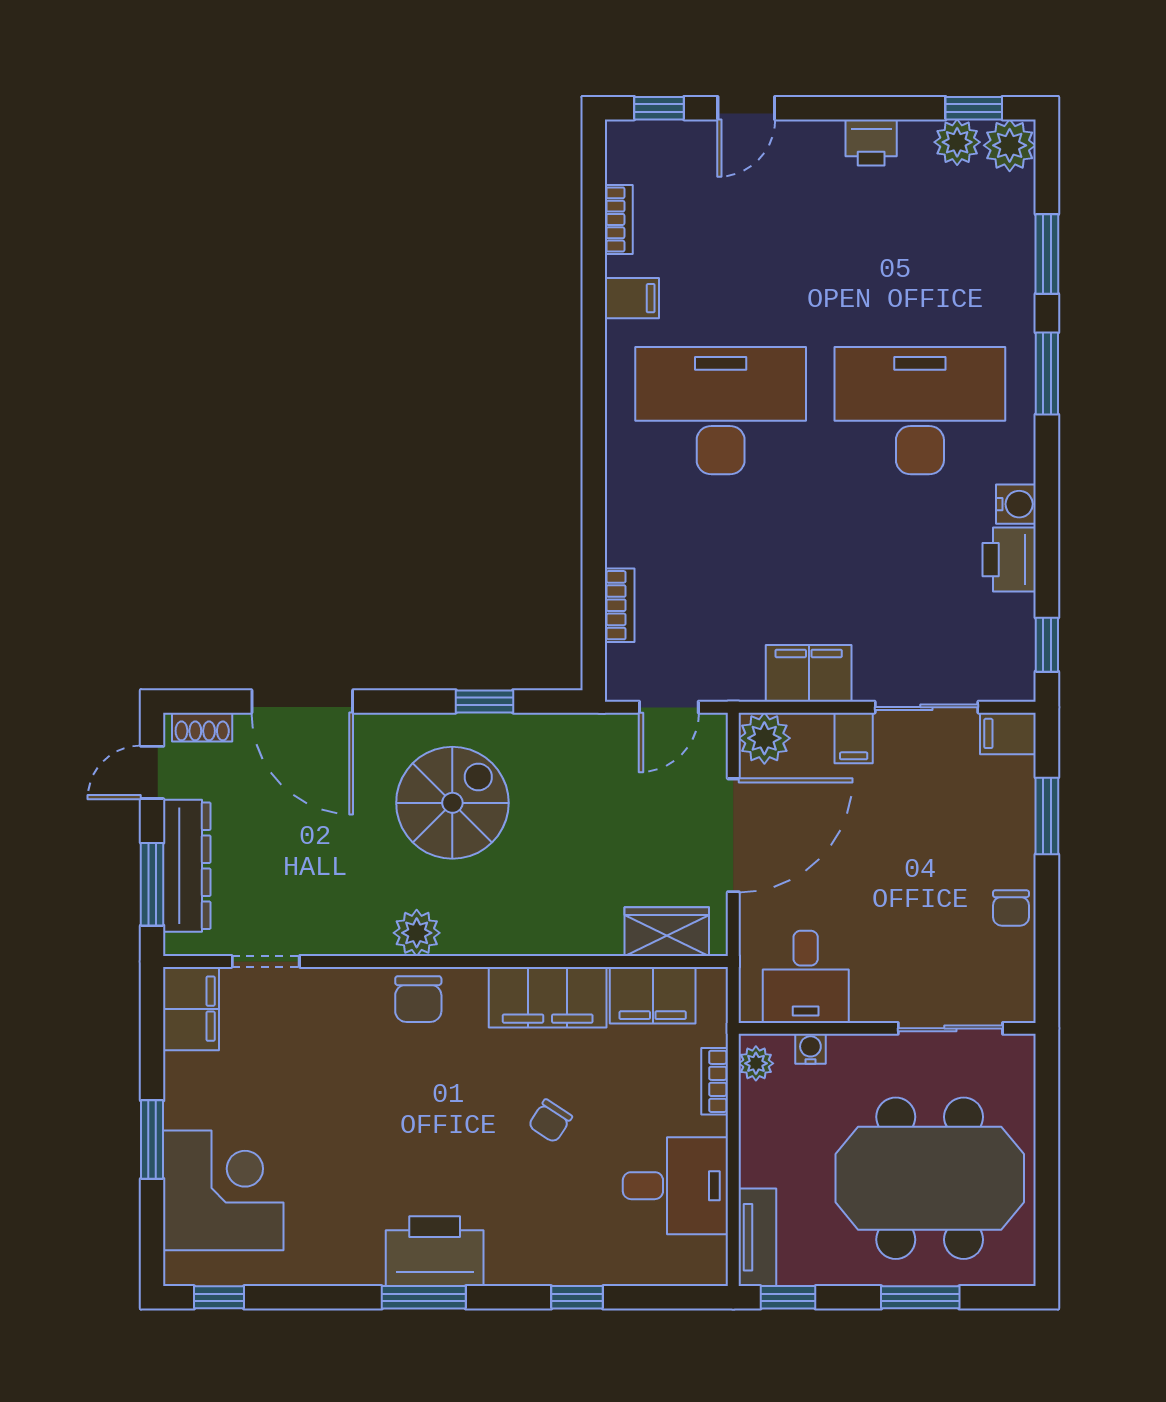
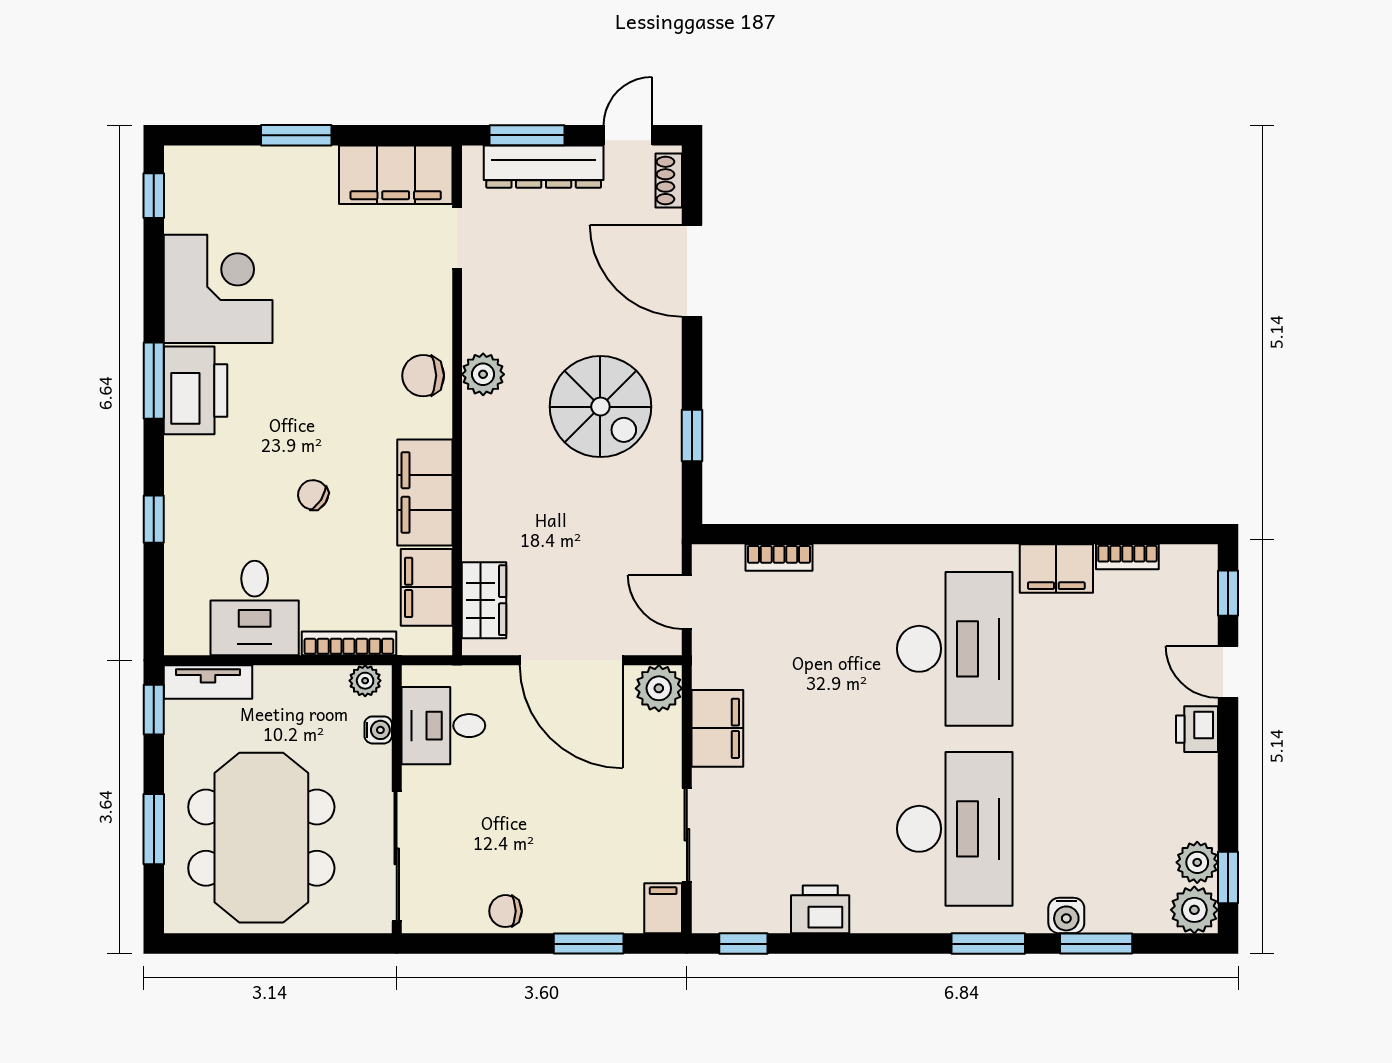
printer: (871, 142) -> (1197, 729), moved
filing cabinet: (632, 298) -> (1056, 569), width x2.00
water cooler: (1016, 504) -> (1066, 916), moved
door: (302, 701) -> (692, 271), hinge flipped
filing cabinet: (854, 738) -> (659, 769), removed
door: (152, 772) -> (628, 135), hinge flipped
filing cabinet: (191, 1009) -> (396, 175), width x1.50, depth x1.17
sliding door: (950, 1028) -> (397, 856), width x1.37
bookcase: (715, 1081) -> (349, 643), width x1.56
corner desk: (223, 1190) -> (218, 289), moved, turned -90

